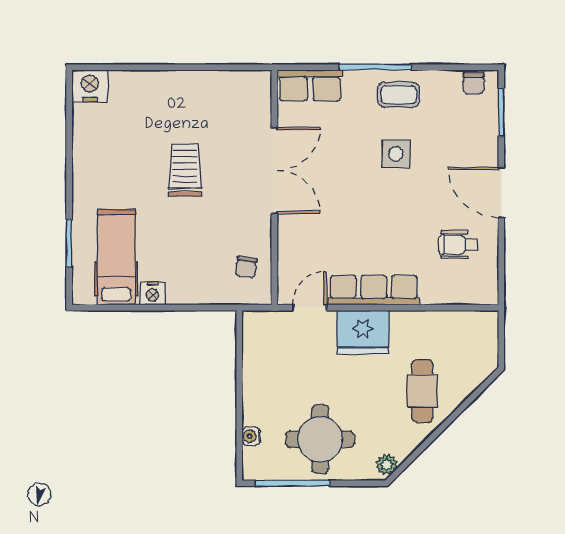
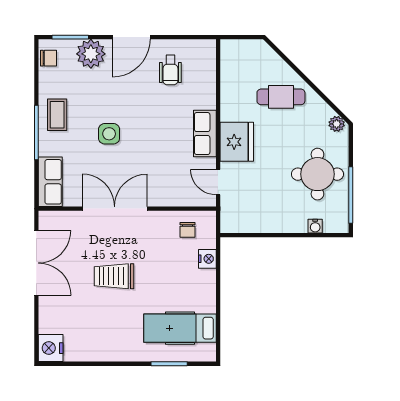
double door: (202, 67) -> (36, 263), added
plant: (479, 139) -> (91, 54), added
side table: (396, 154) -> (109, 134), moved
chair: (246, 267) -> (187, 230), turned 82
row of seats: (374, 290) -> (205, 134), width x0.68
nightstand: (153, 293) -> (207, 259), moved

